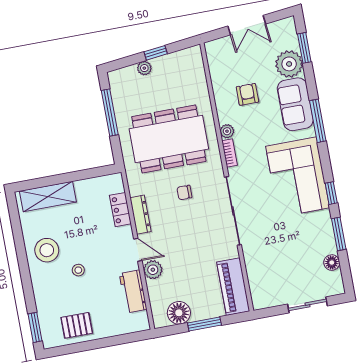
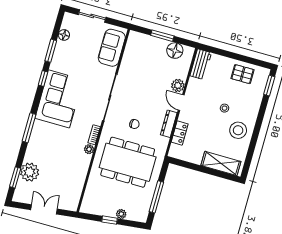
armchair: (247, 94) -> (65, 166), removed
sofa: (295, 104) -> (112, 48), moved, turned 180
piano: (233, 287) -> (133, 50), removed
workbench: (133, 291) -> (201, 64), moved

